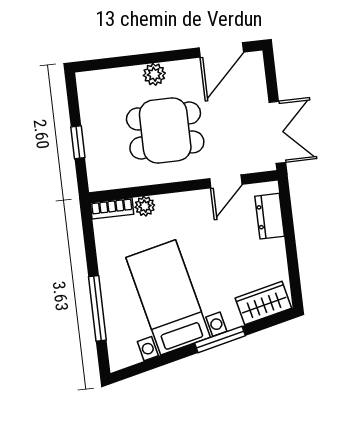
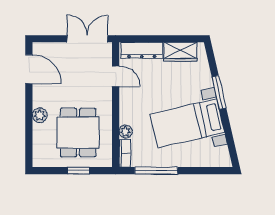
dining table: (165, 130) -> (78, 133), moved
dresser: (270, 216) -> (142, 50), width x1.44
wardrobe: (263, 303) -> (180, 52), moved, turned -77
window: (97, 308) -> (156, 171), moved

